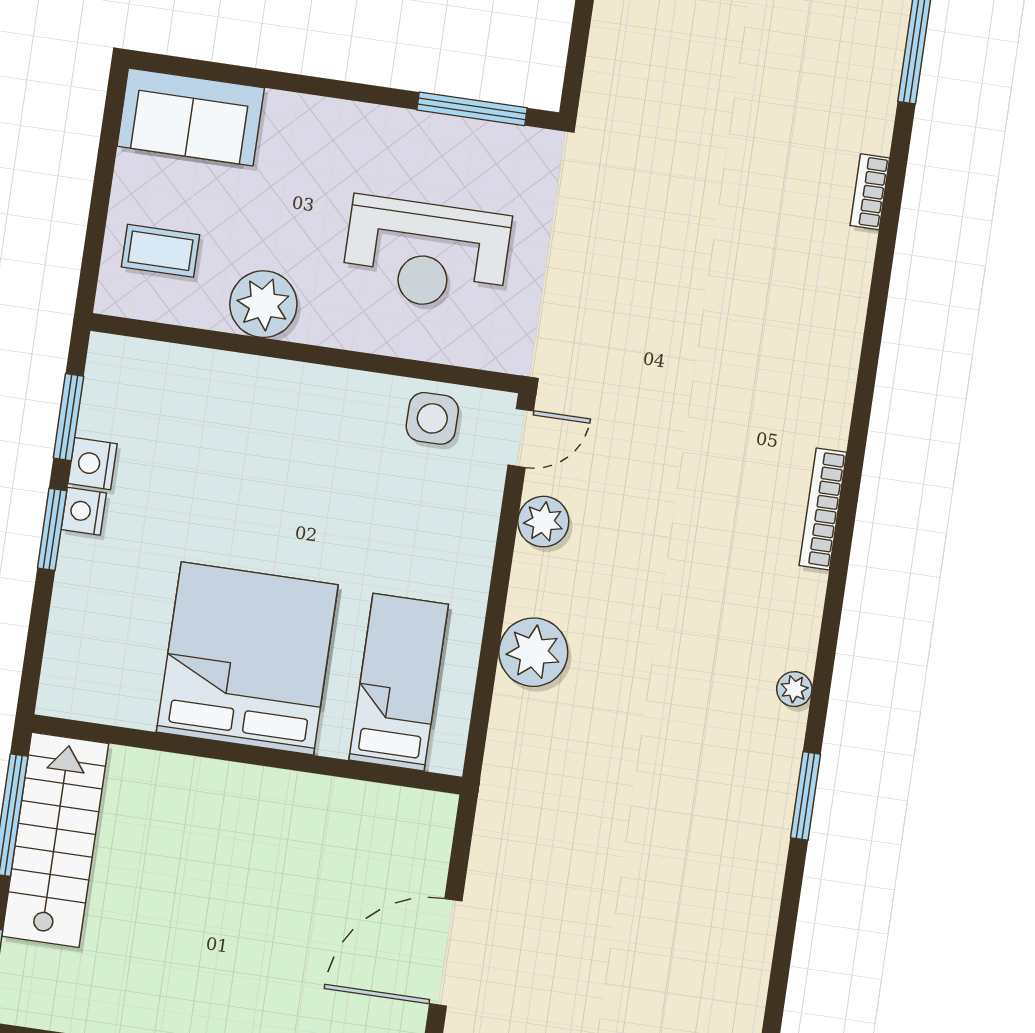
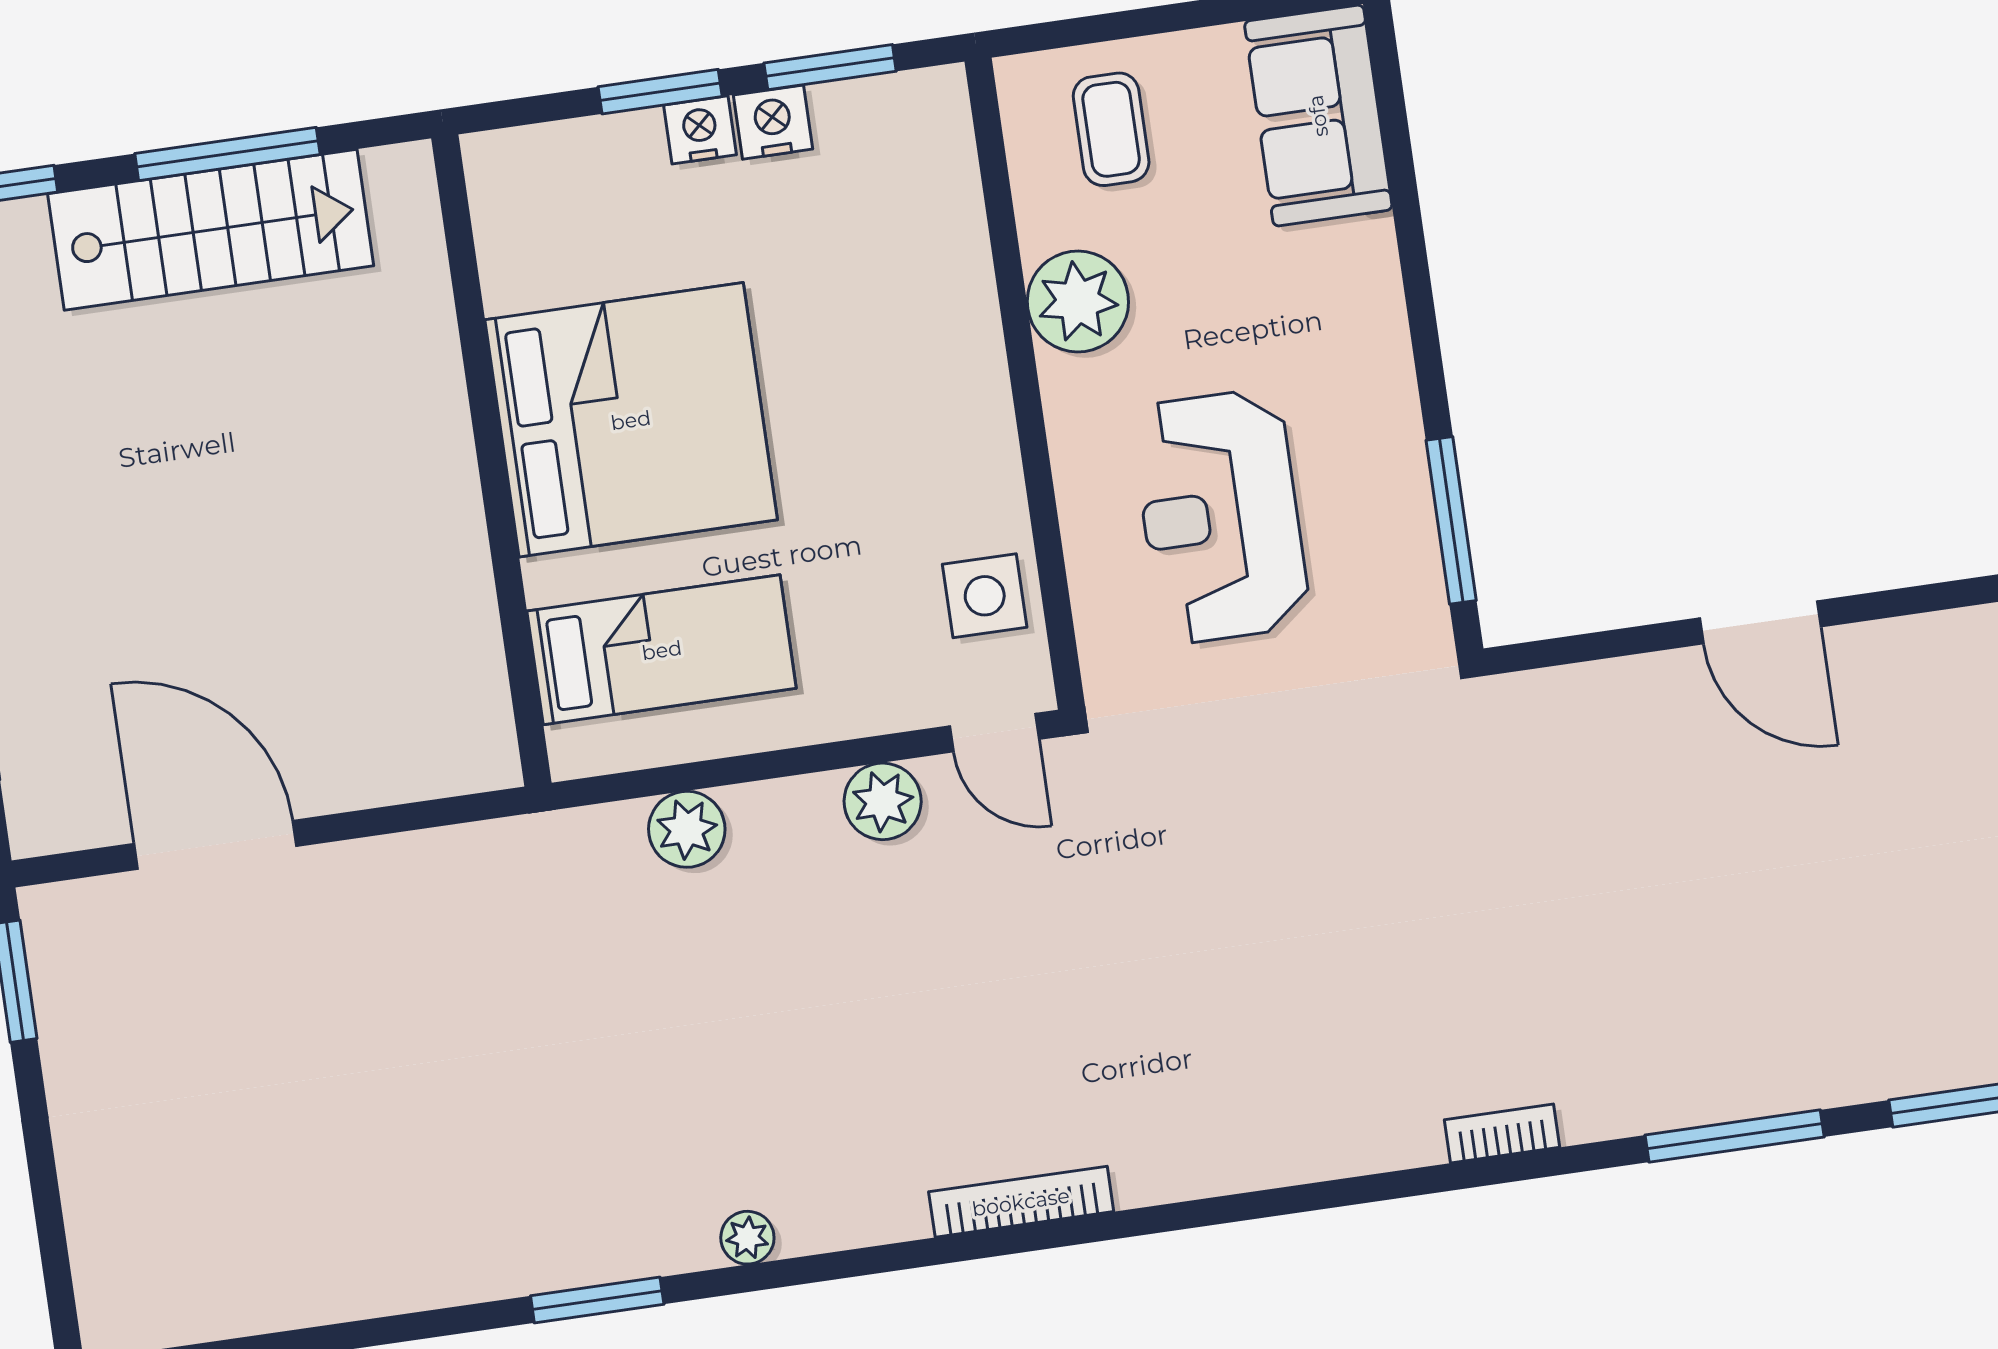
plant: (533, 652) -> (687, 829), width x0.73, depth x0.73
bed: (247, 658) -> (631, 420), moved
bed: (399, 682) -> (662, 650), moved
wall: (247, 754) -> (491, 461), moved

